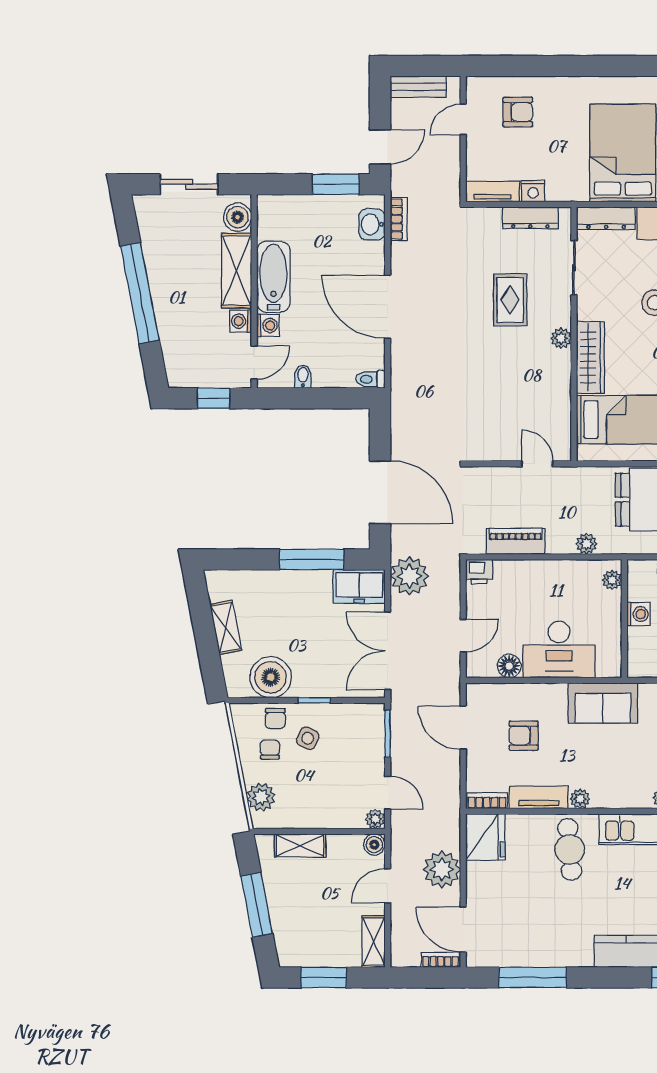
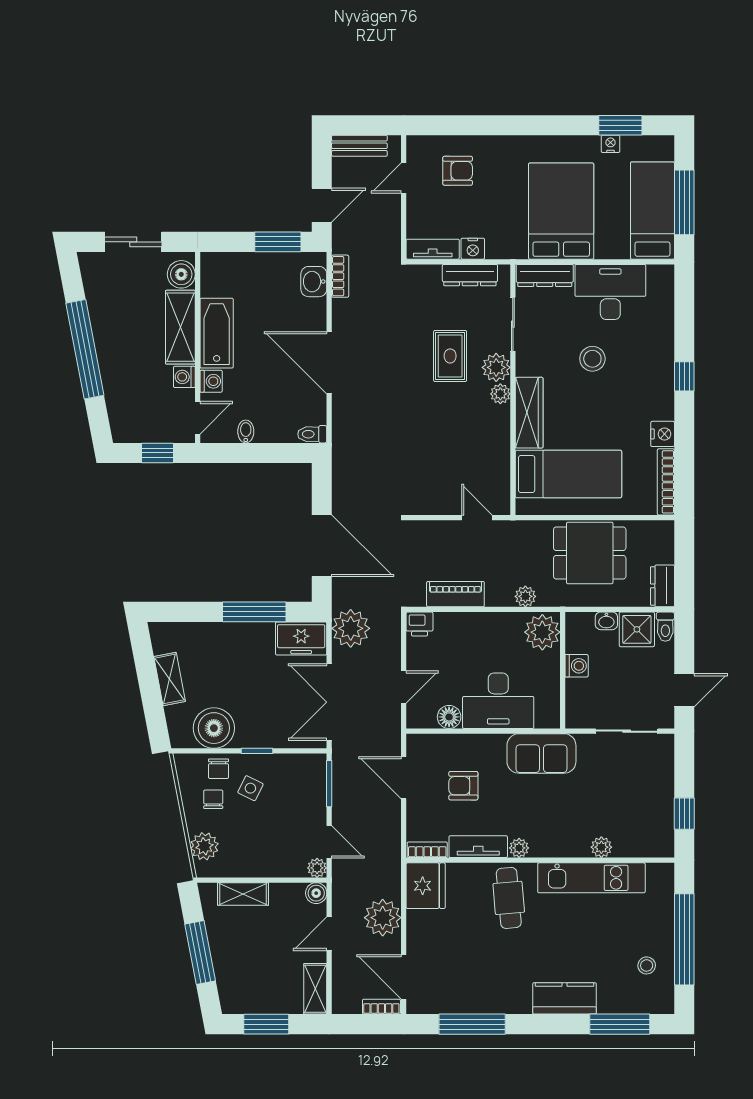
plant: (557, 312) -> (496, 367), added
plant: (612, 580) -> (542, 632), width x1.88, depth x1.88

